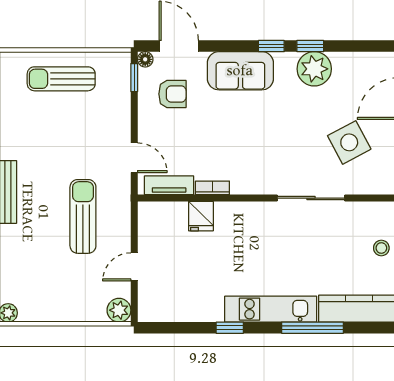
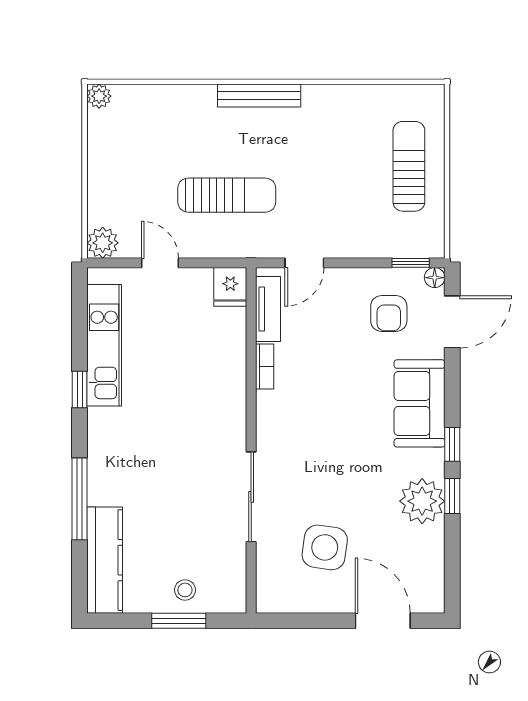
side table: (349, 142) -> (325, 547), turned 36
fridge: (201, 216) -> (230, 287), moved, turned -90
kitchen unit: (271, 309) -> (104, 345), moved

